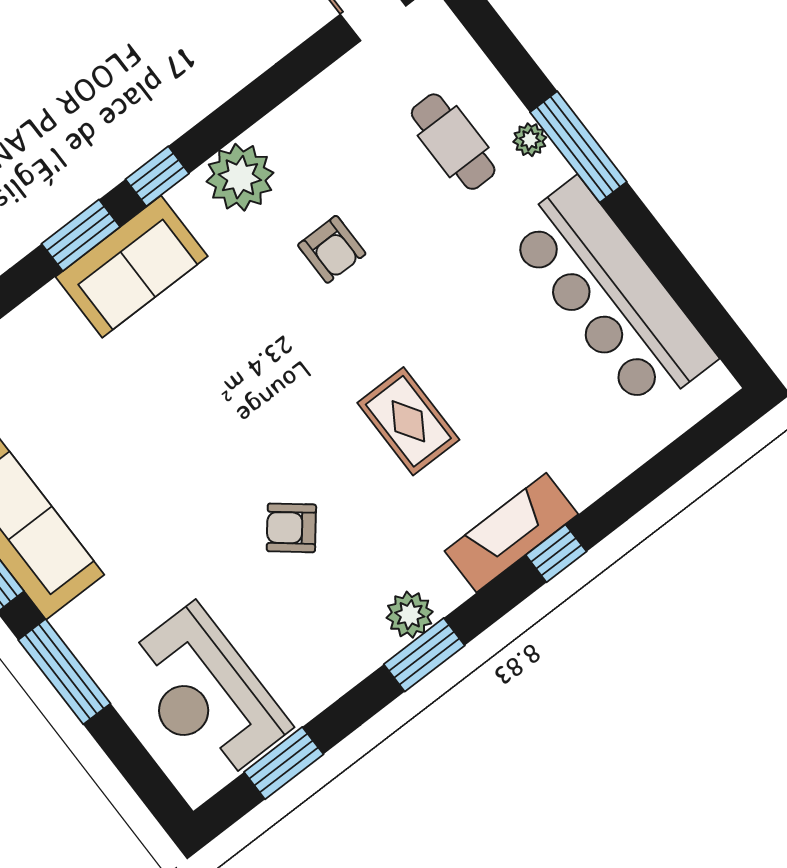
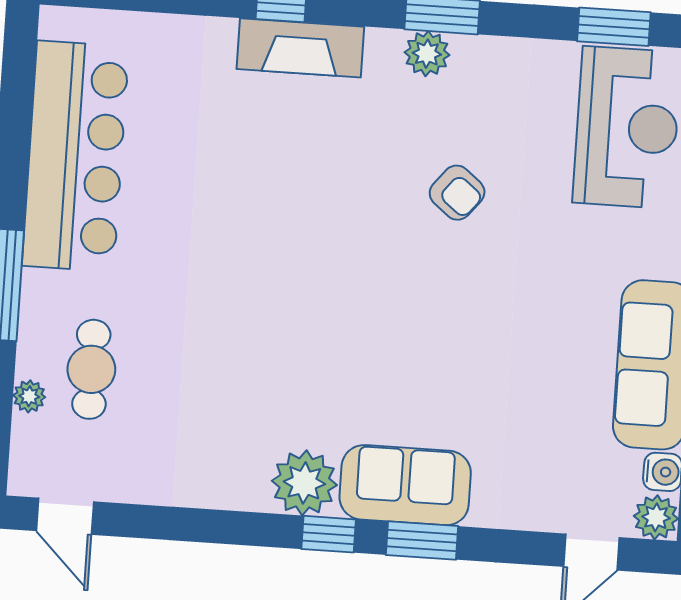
plant: (530, 140) -> (29, 396), moved
plant: (240, 177) -> (304, 483), moved
armchair: (332, 249) -> (249, 369), removed
rug: (408, 421) -> (304, 195), removed

